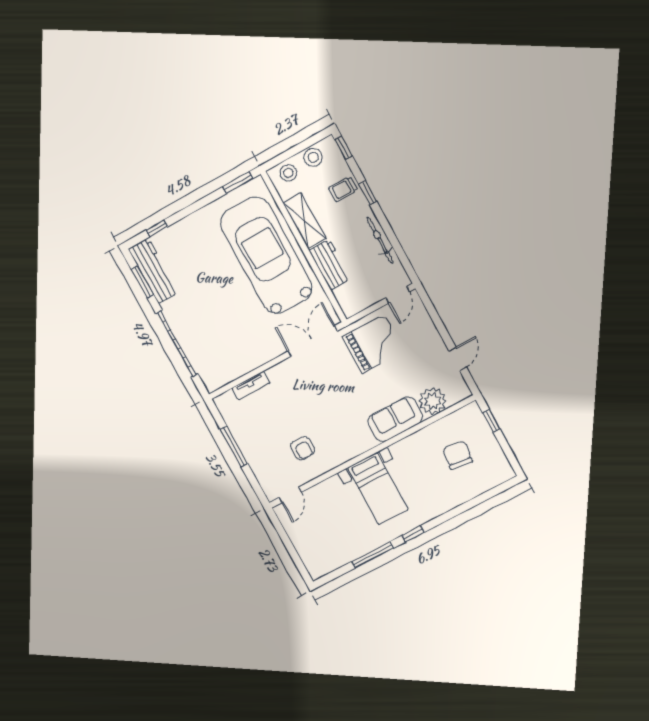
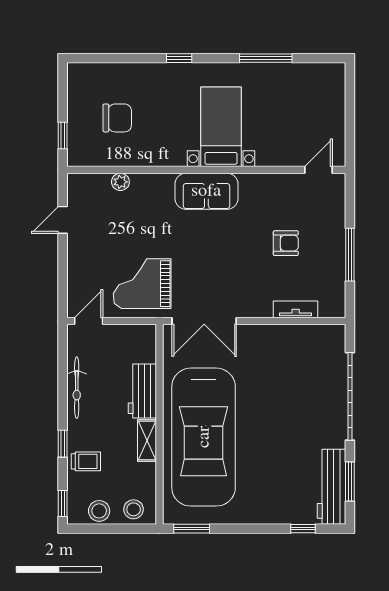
shelving: (304, 221) -> (147, 441), width x0.67, depth x0.75
plant: (432, 401) -> (120, 182), width x0.53, depth x0.53
sofa: (395, 419) -> (206, 191), moved
armchair: (303, 448) -> (286, 243), moved, turned 90
chair: (458, 455) -> (117, 118), turned -97
window: (413, 534) -> (179, 58), moved

